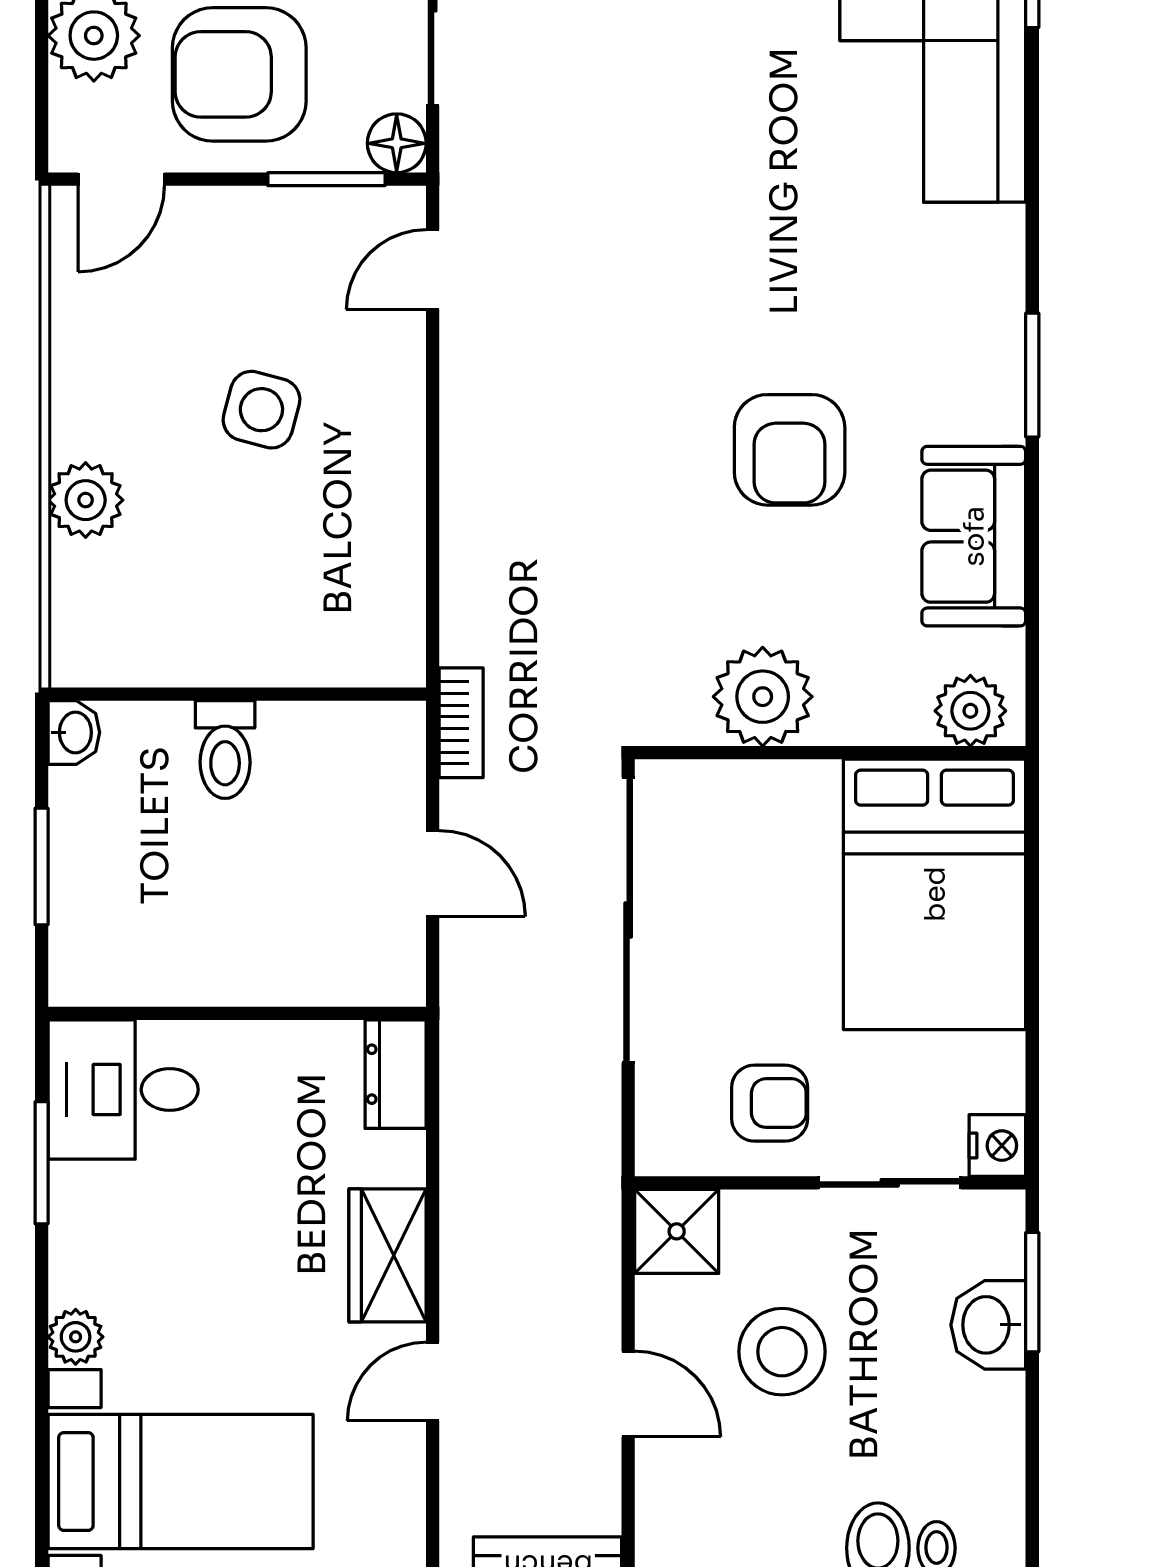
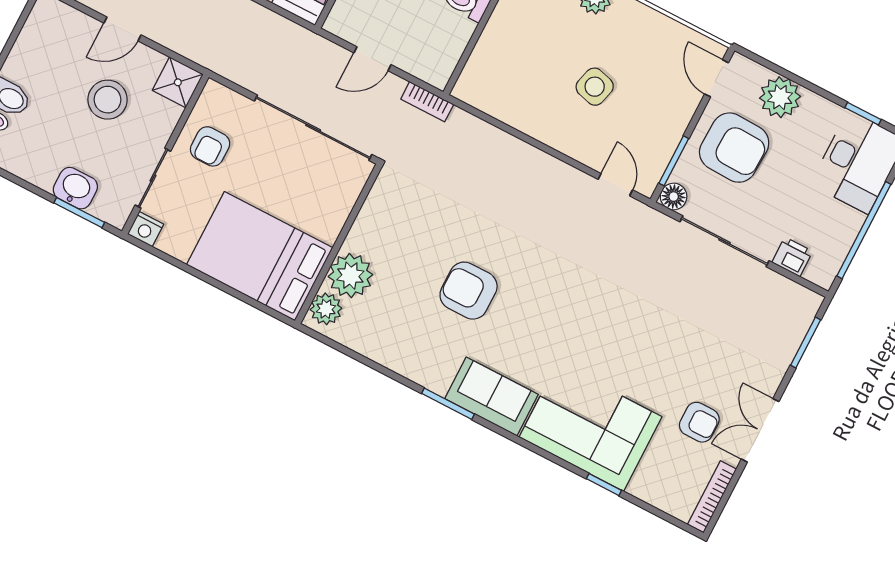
armchair: (239, 74) -> (734, 148), turned 92
sofa: (974, 536) -> (491, 396), moved
plant: (763, 697) -> (350, 276), moved

